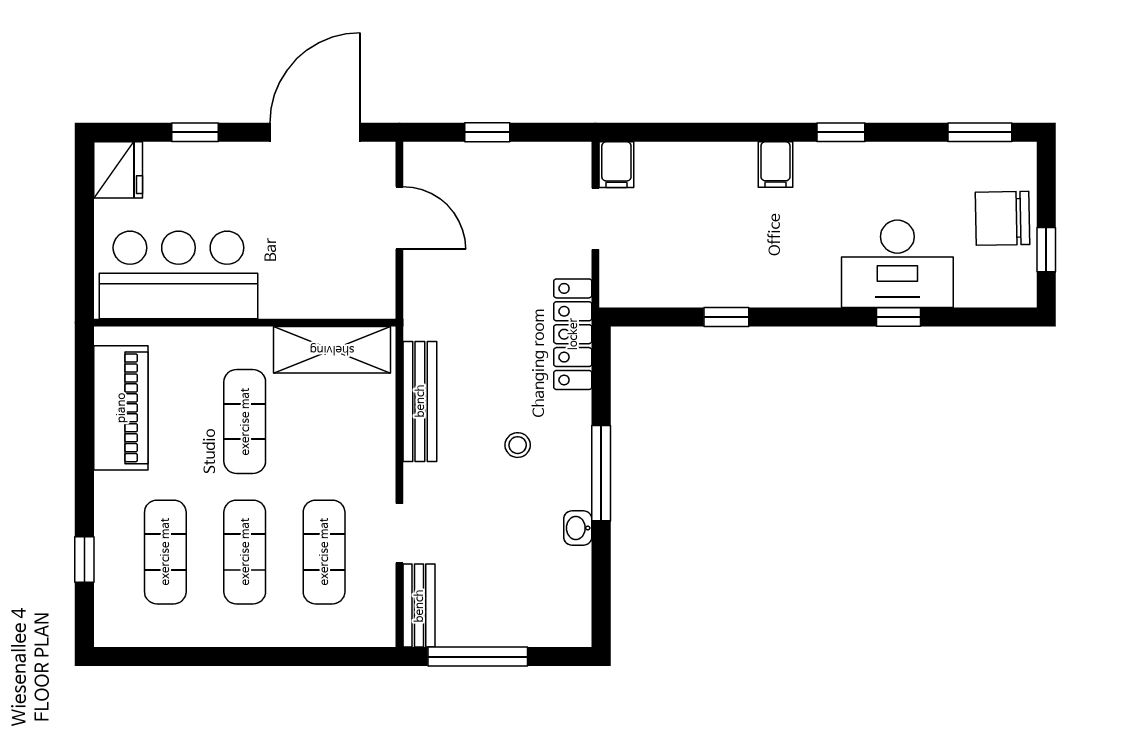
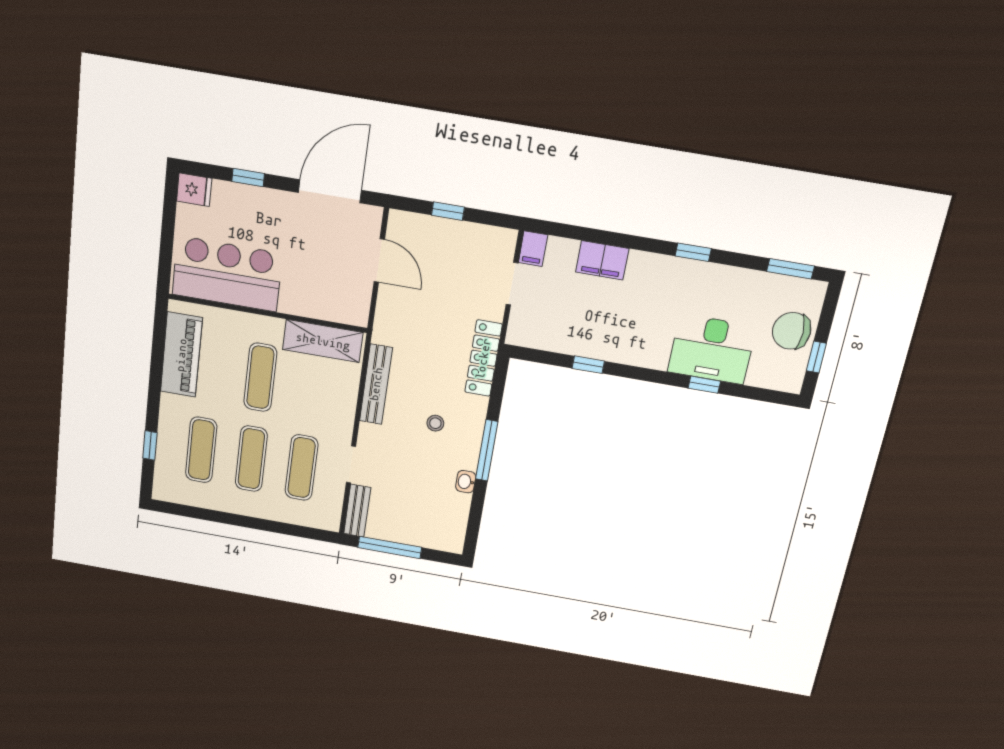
filing cabinet: (776, 165) -> (602, 260), moved, width x2.00
fridge: (118, 170) -> (194, 190), width x0.72

